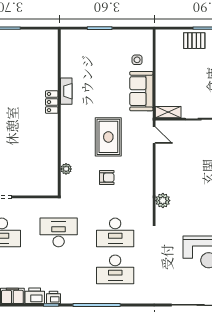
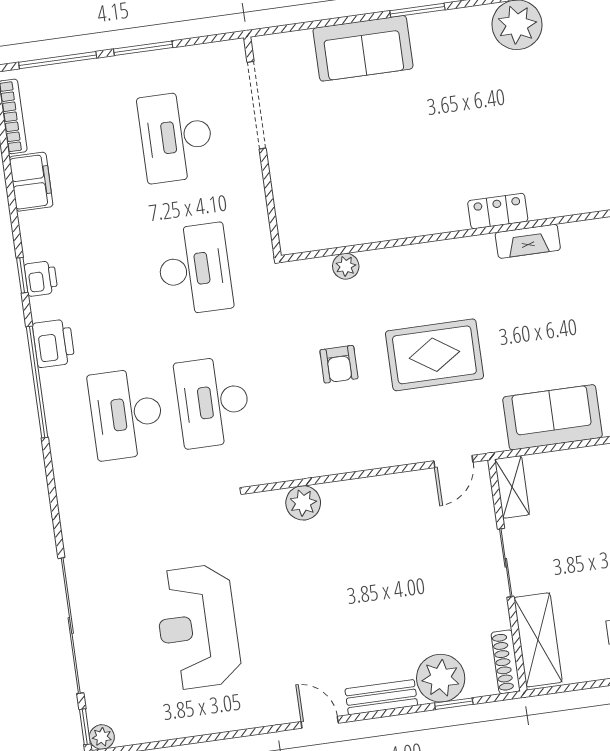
printer: (35, 296) -> (54, 343), moved

